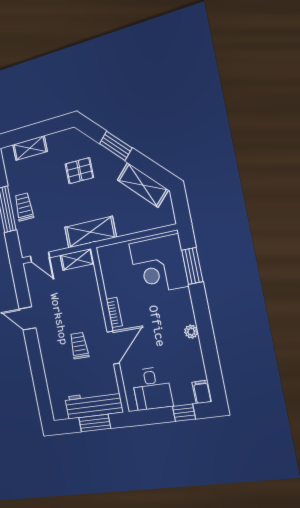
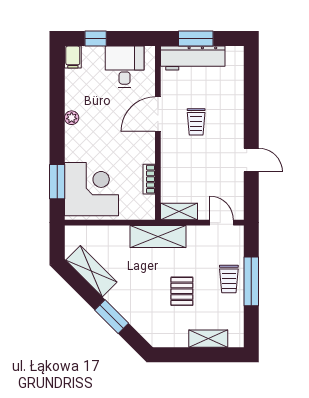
pallet: (79, 171) -> (182, 291), moved, turned 90
bookcase: (114, 312) -> (149, 179), moved

